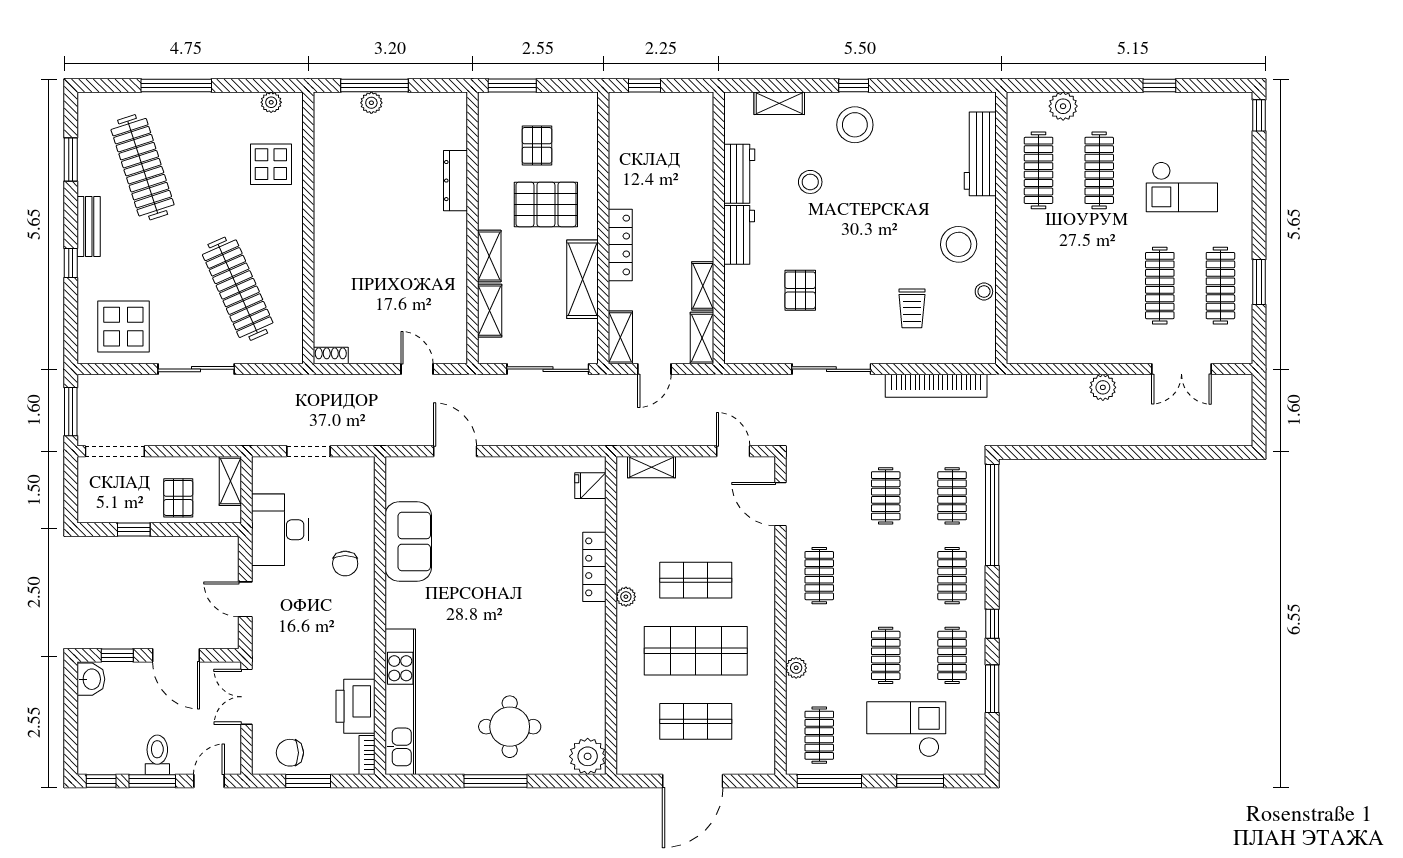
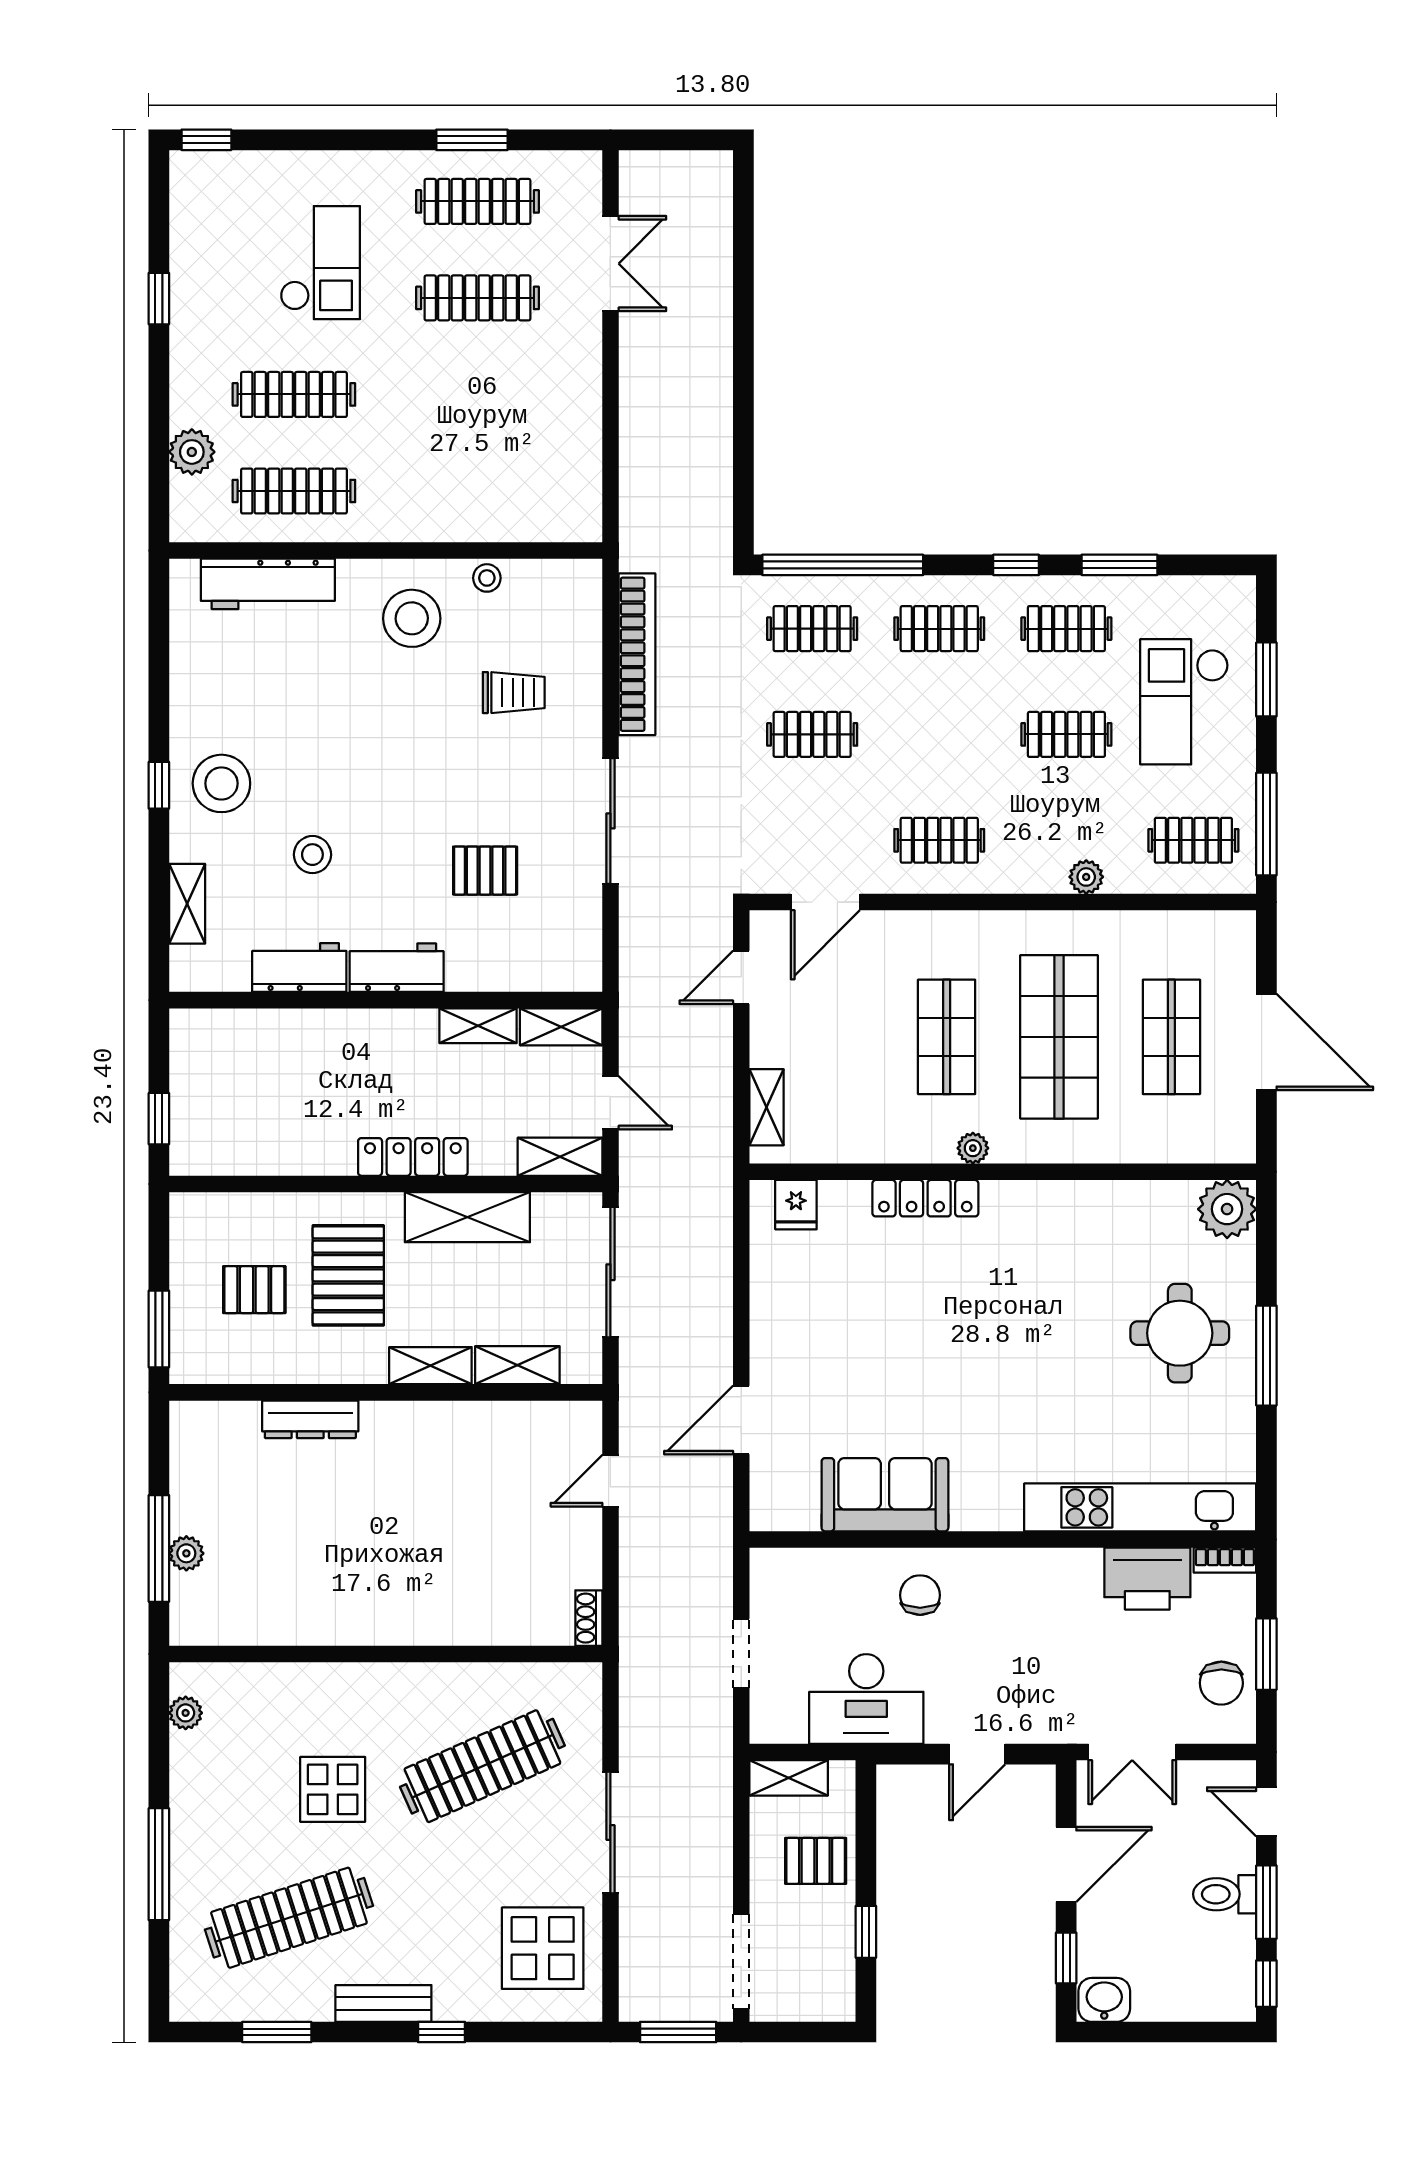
display table: (271, 164) -> (333, 1789), moved
plant: (1103, 387) -> (640, 389), removed
chair: (345, 564) -> (920, 1595), turned -90

